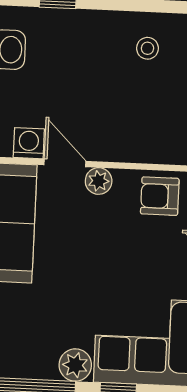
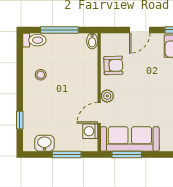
armchair: (160, 196) -> (113, 65), turned -92

